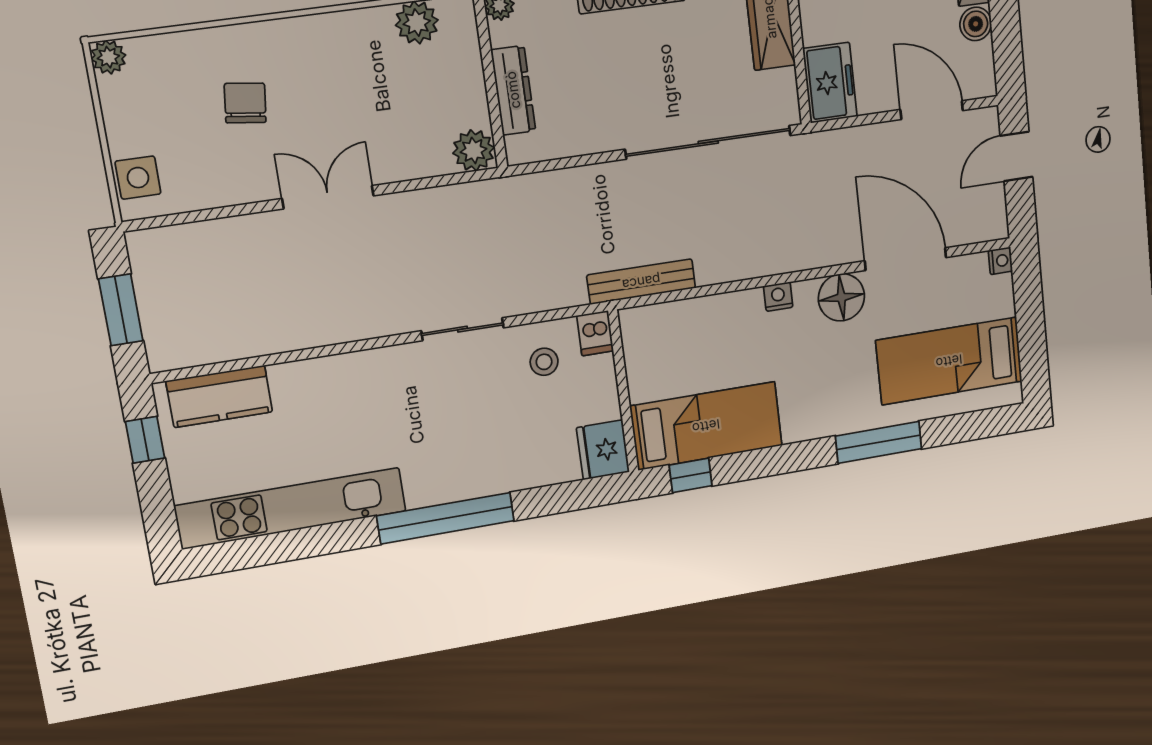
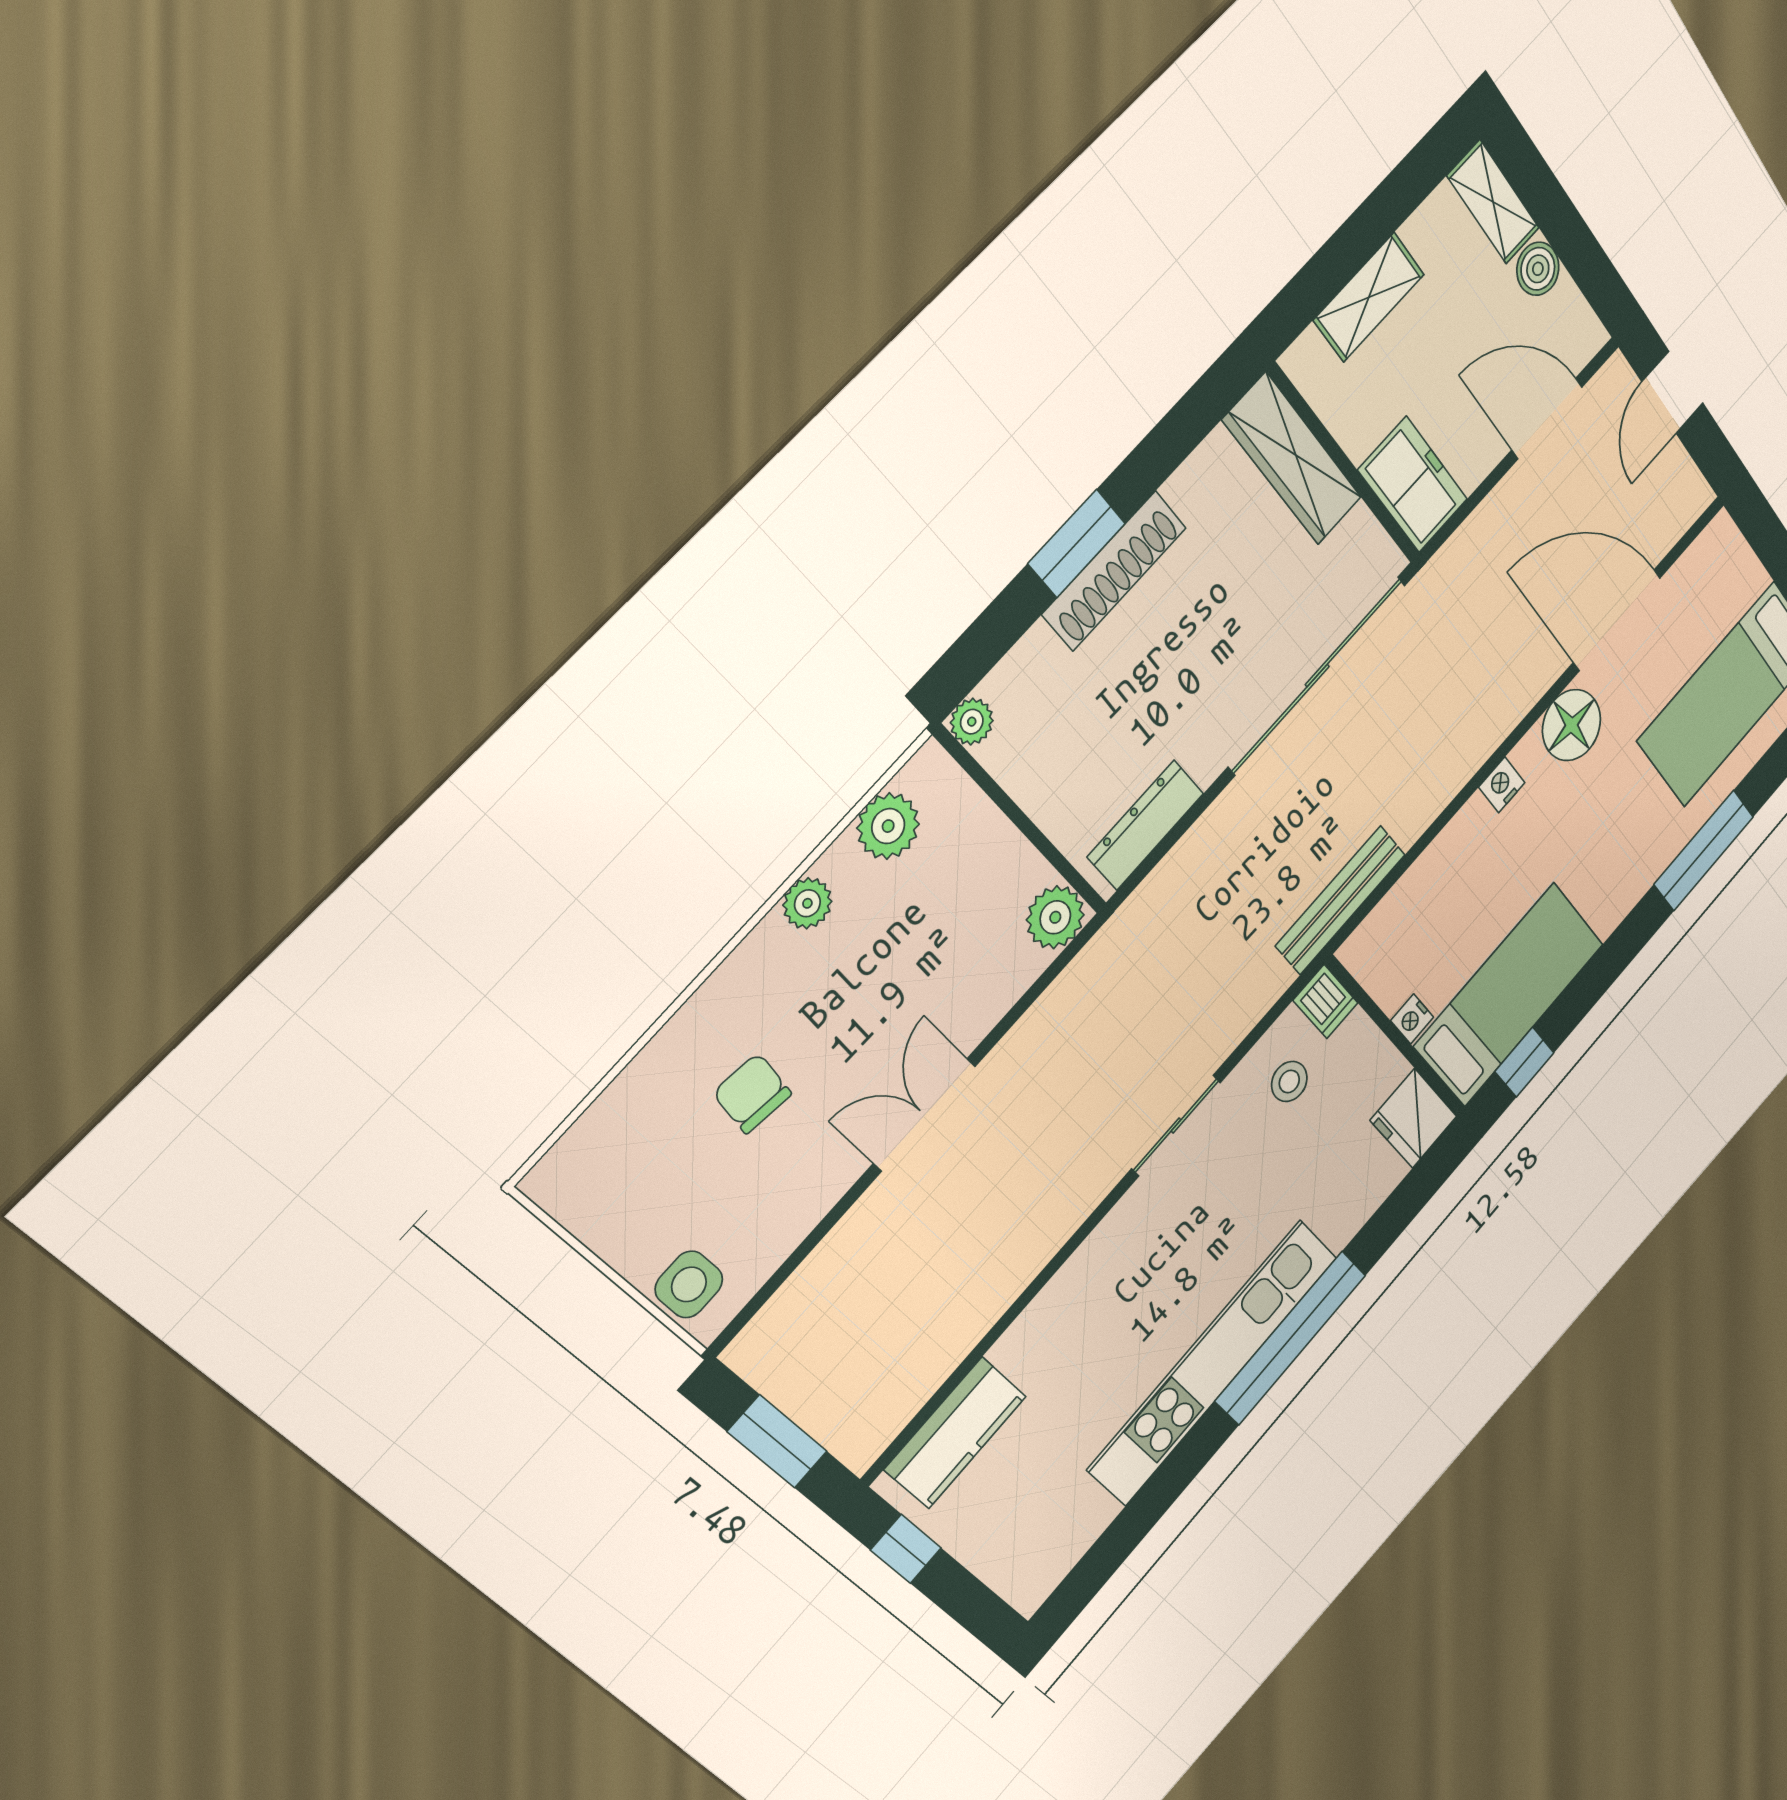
plant: (108, 57) -> (807, 903), moved
dresser: (513, 90) -> (1146, 825), moved, turned -90
nightstand: (1000, 261) -> (1412, 1019), moved, turned 180
kitchen unit: (291, 508) -> (1213, 1362), moved

